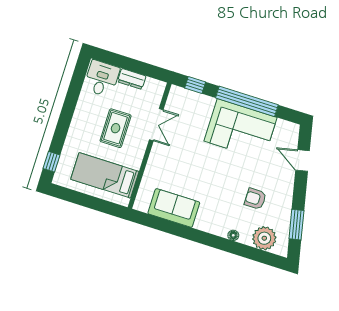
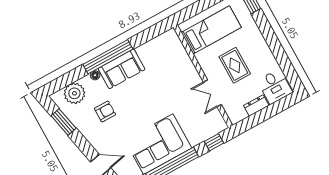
sofa: (174, 208) -> (121, 69), moved
window: (208, 239) -> (108, 57), added

